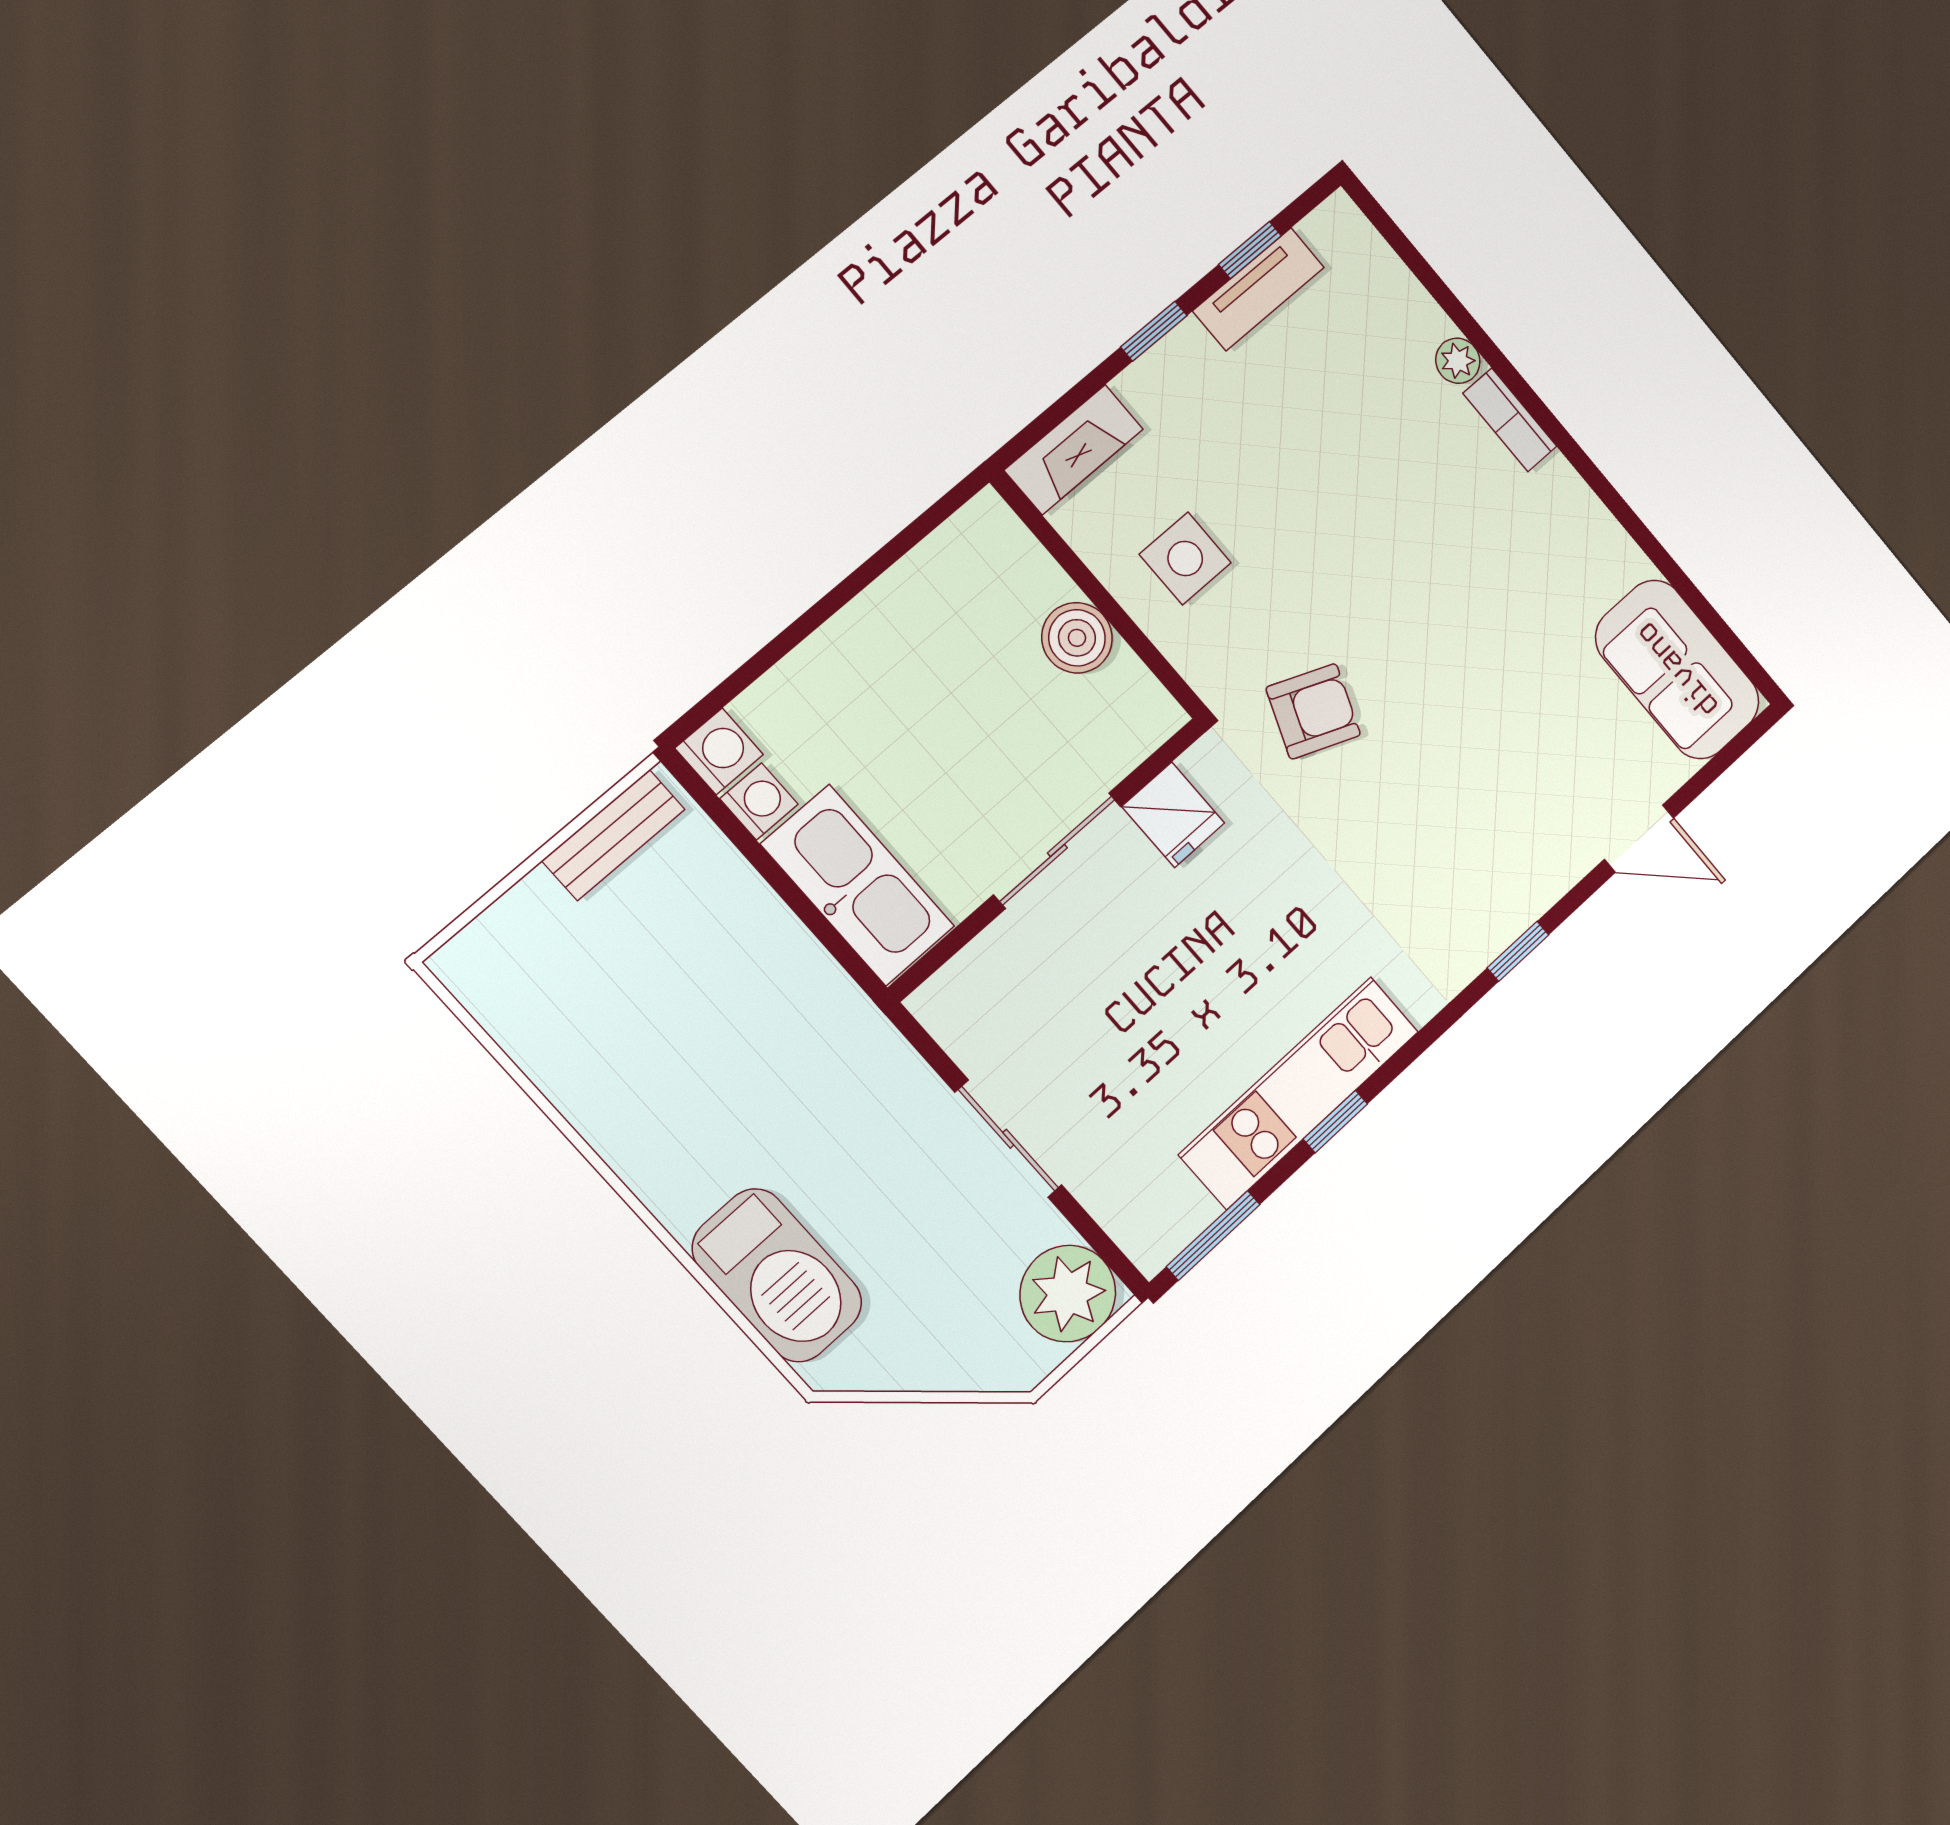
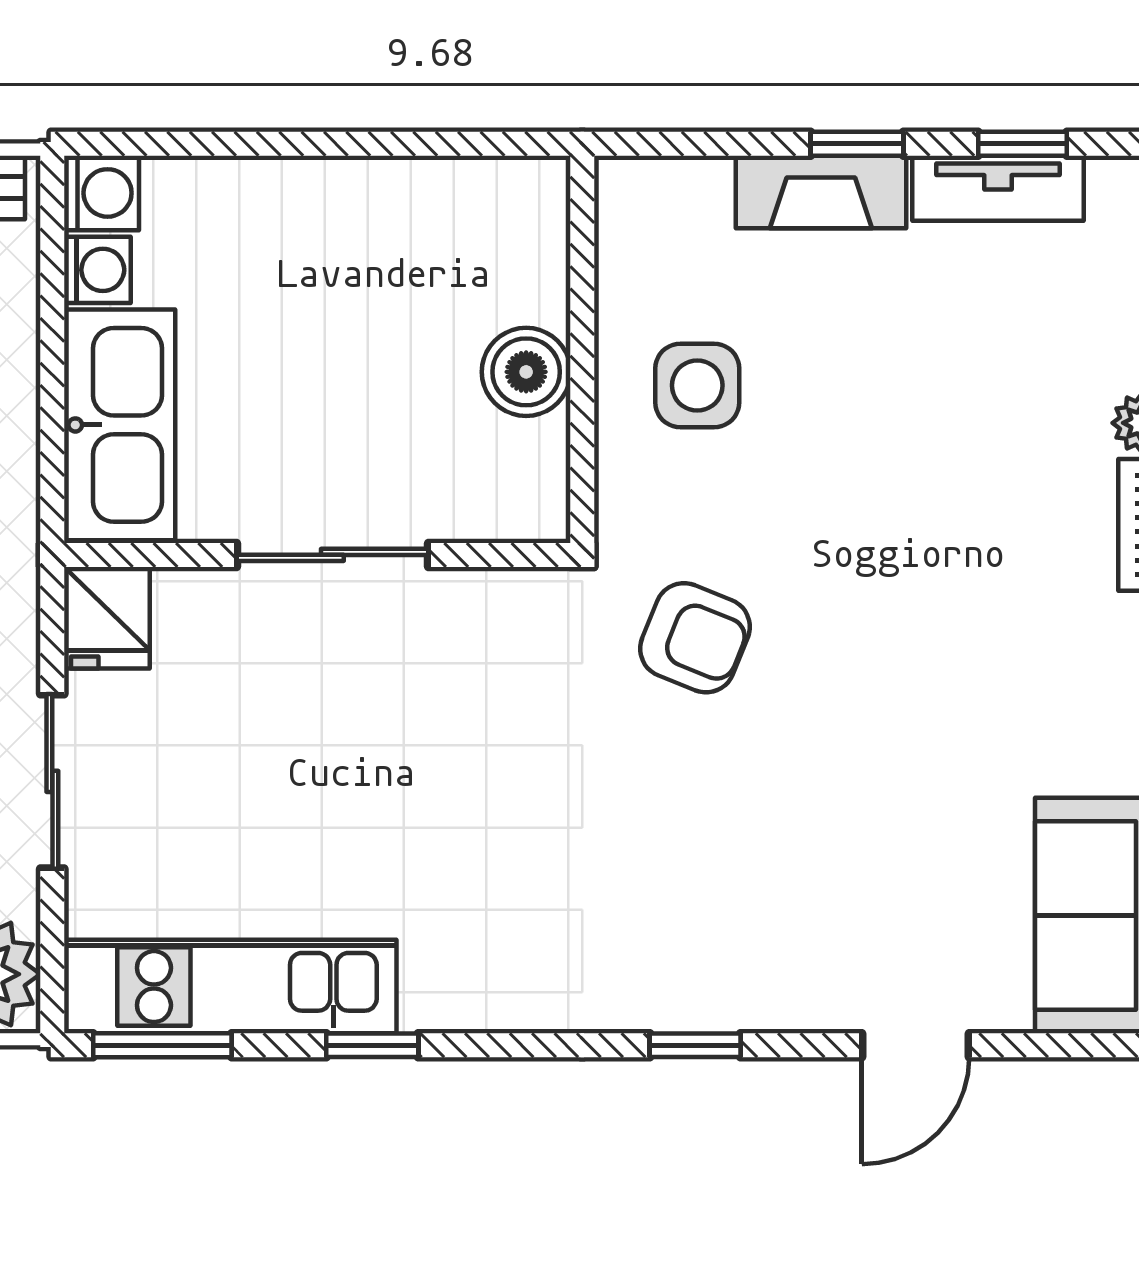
fireplace: (1074, 450) -> (821, 192), moved
fridge: (1173, 815) -> (107, 618), moved
door: (1639, 839) -> (916, 1045), hinge flipped
kitchen unit: (1299, 1093) -> (230, 987), moved

